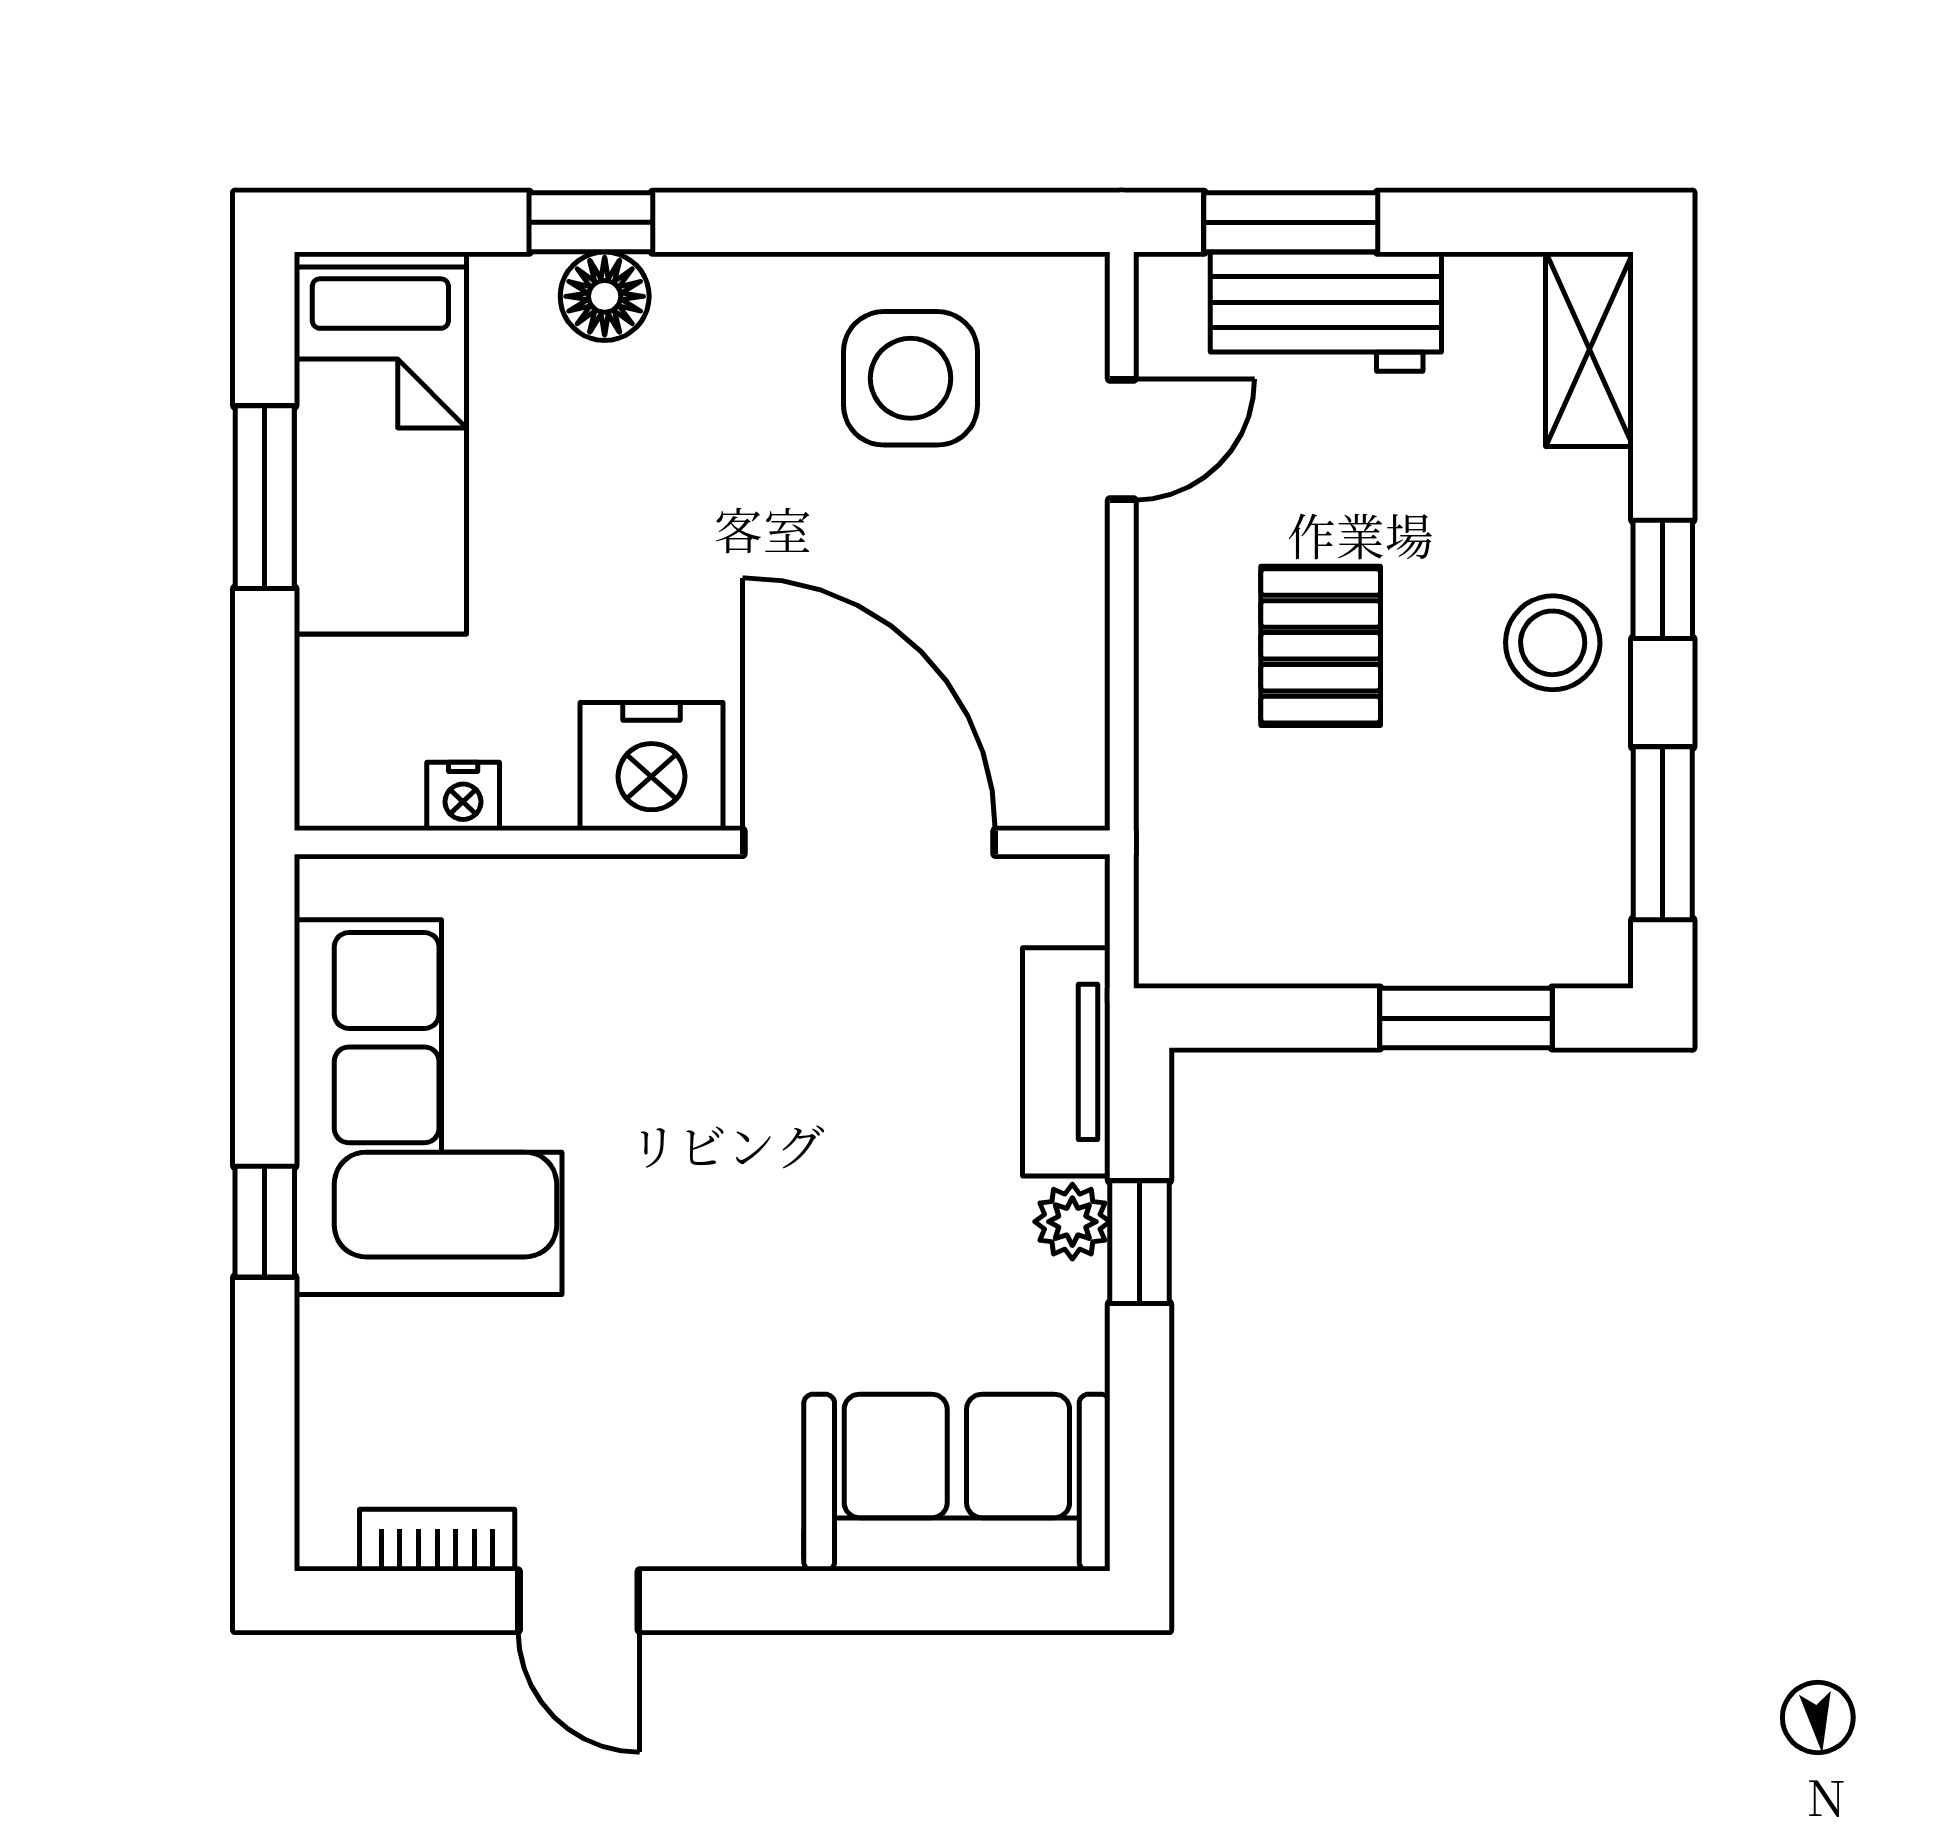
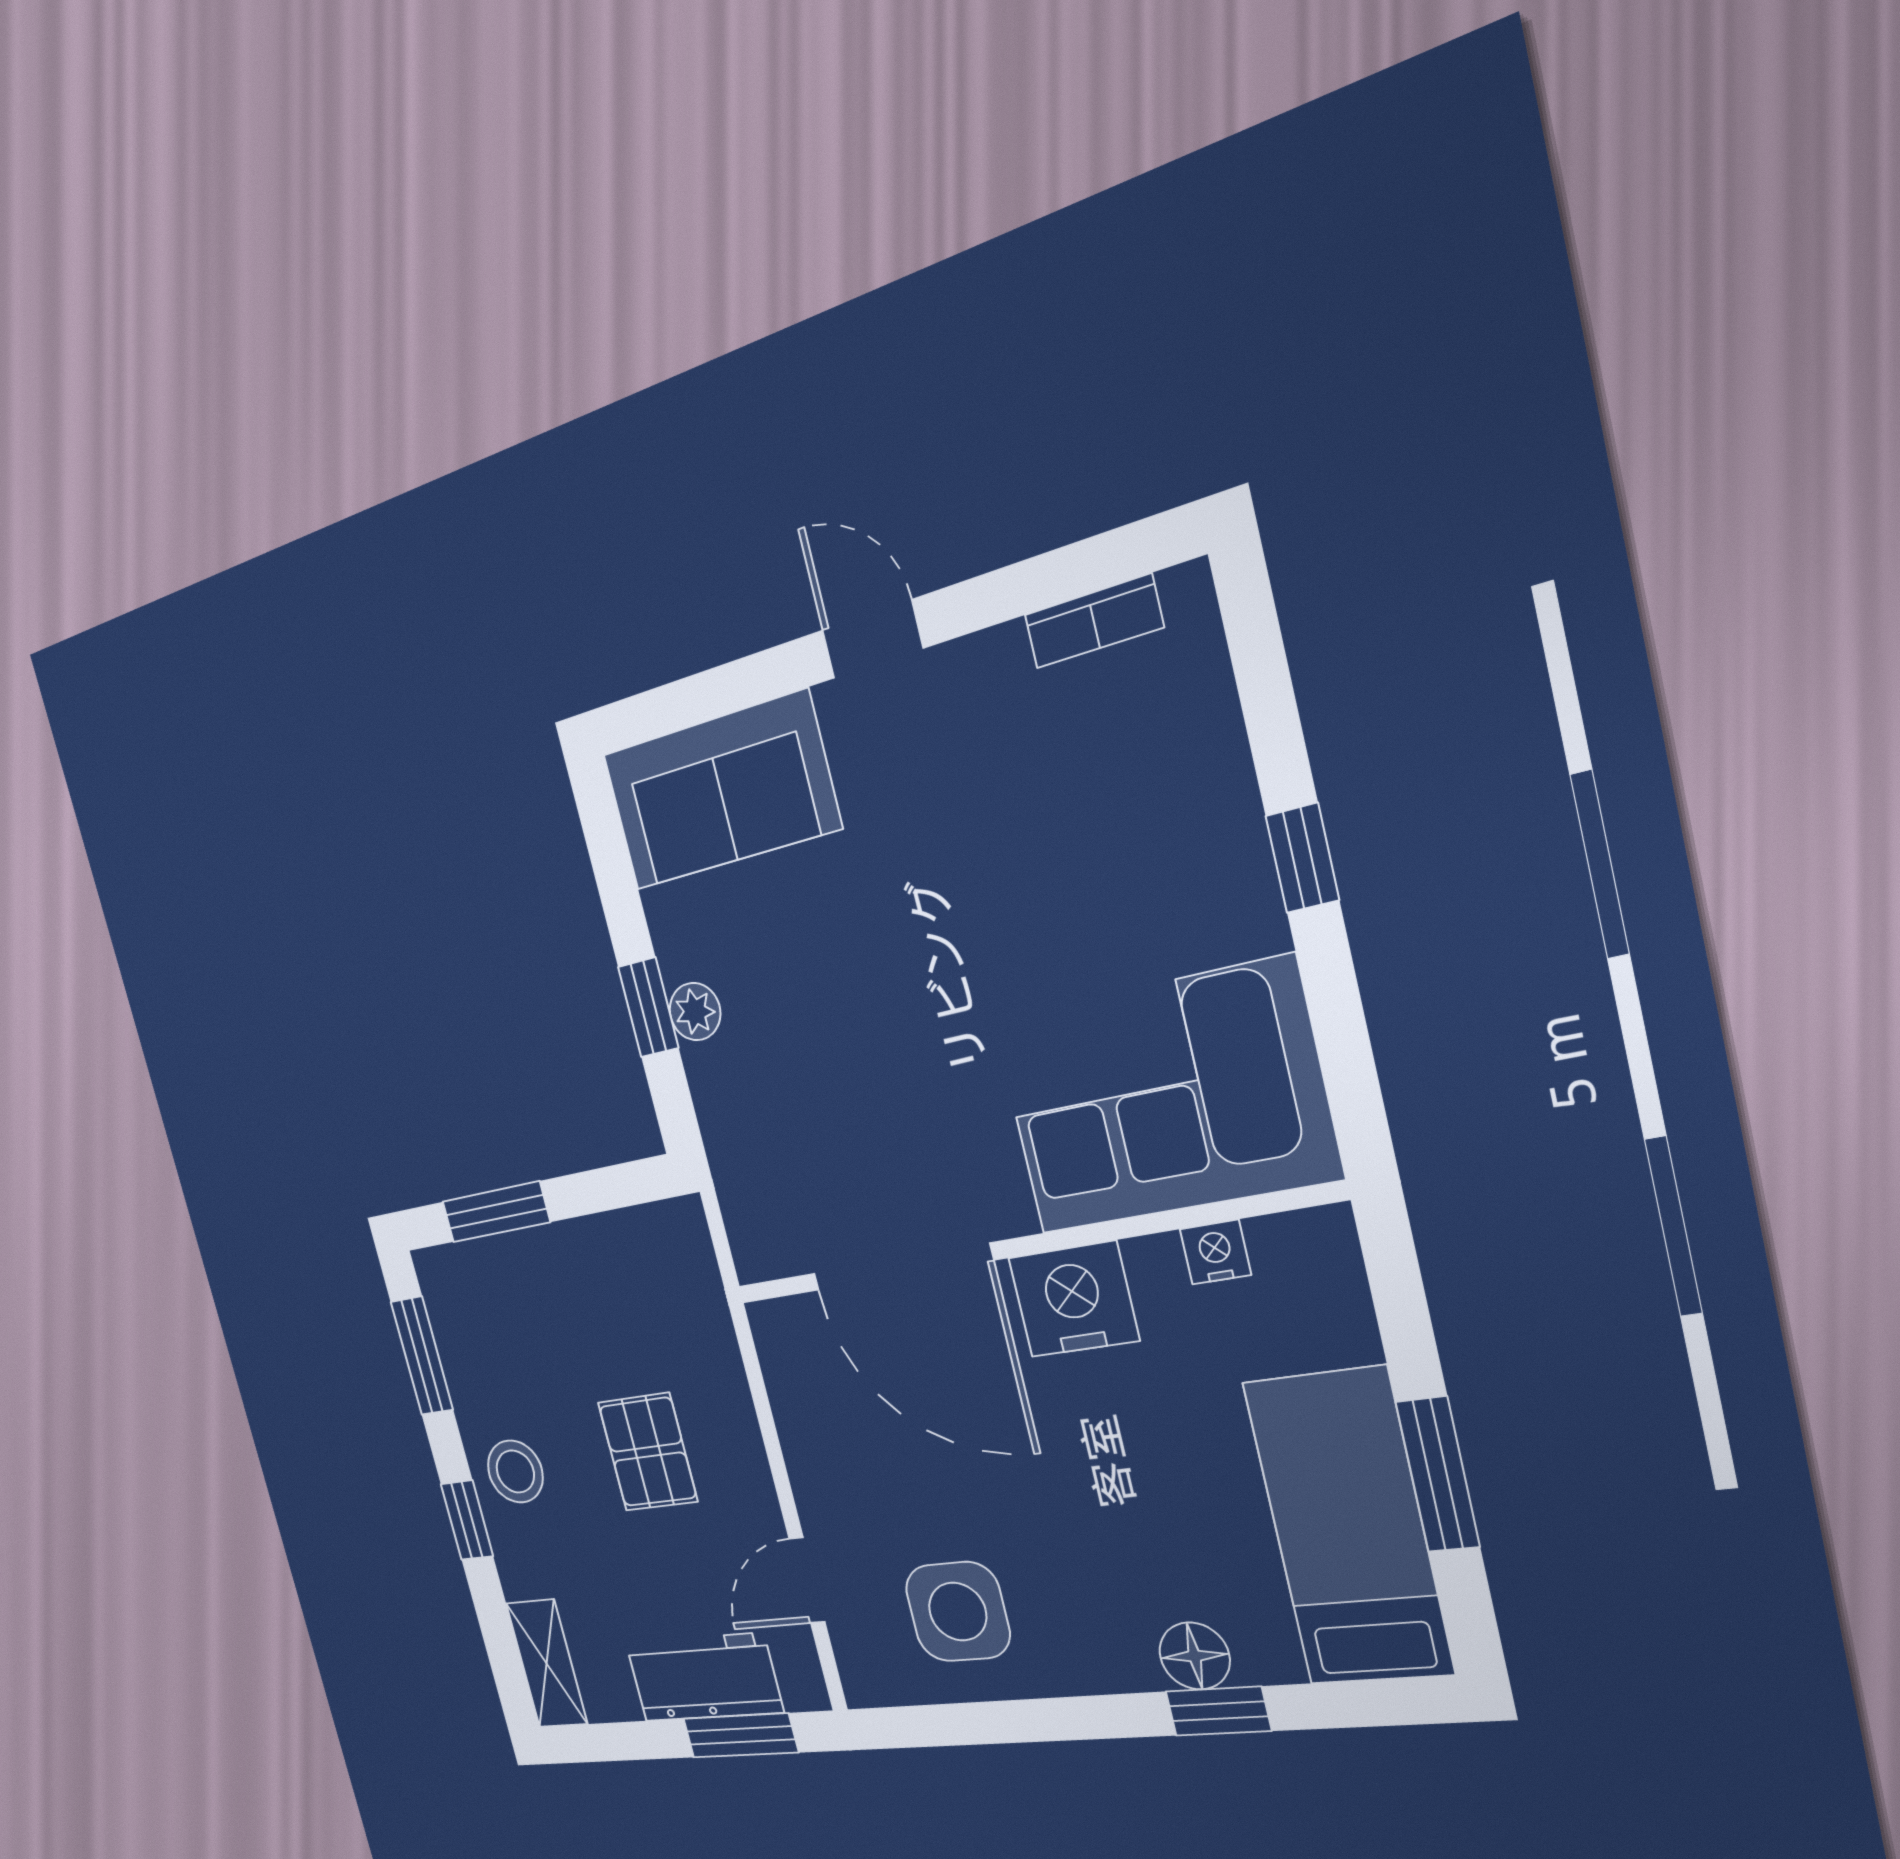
tv unit: (1066, 1062) -> (729, 1129), removed
corner sofa: (428, 1107) -> (1164, 1098), moved, turned 90
door: (579, 1601) -> (872, 639), moved

